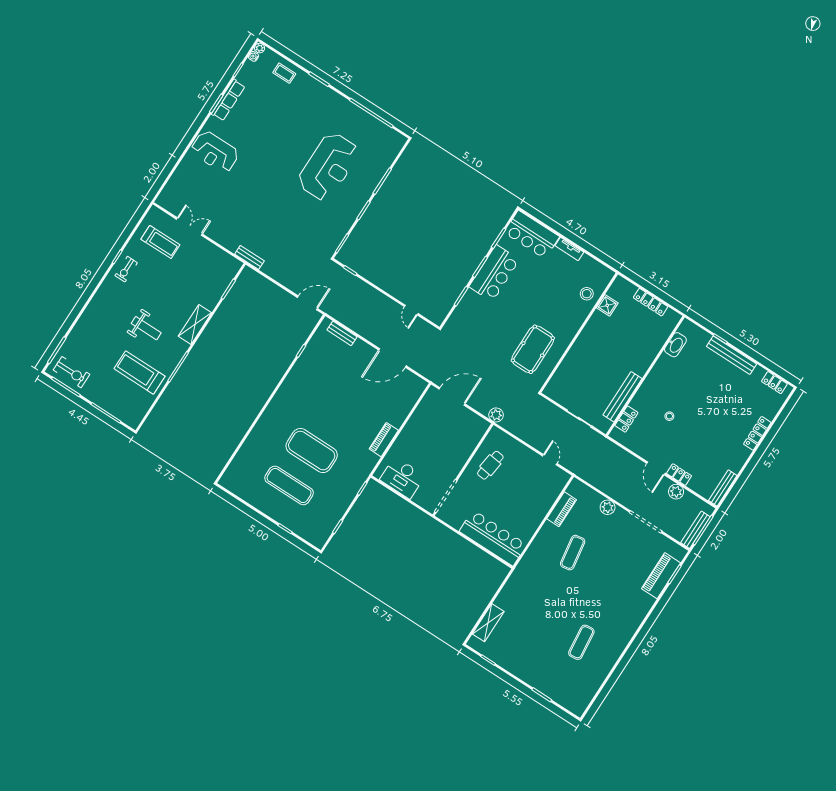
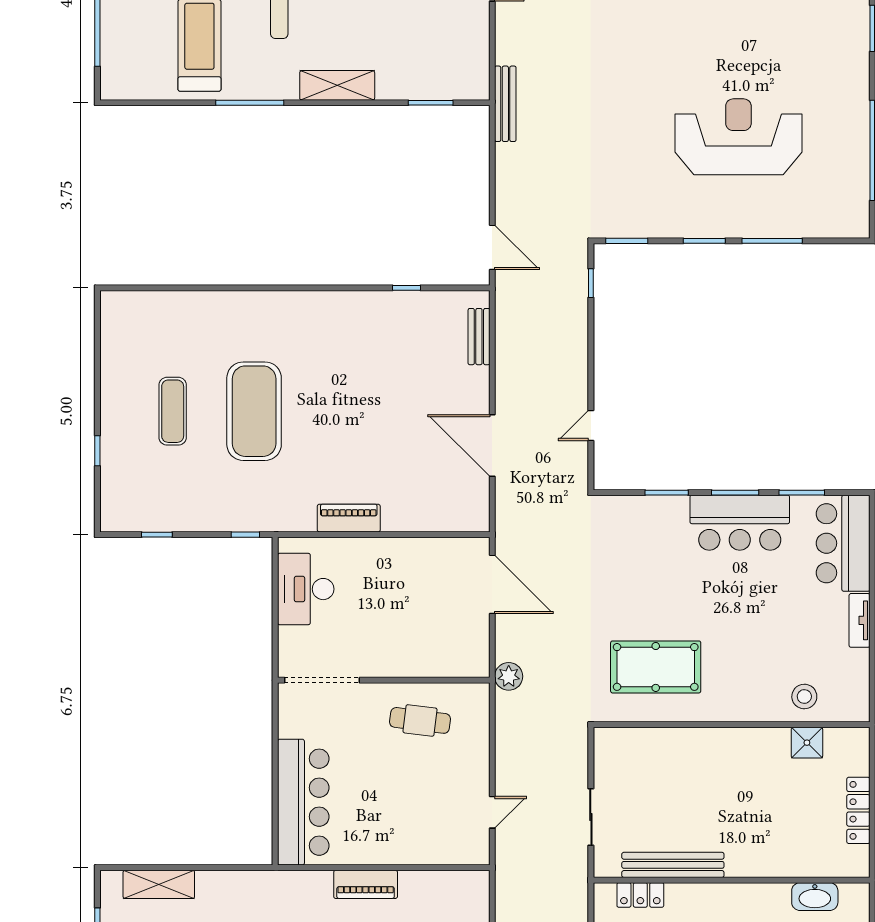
reception desk: (328, 167) -> (738, 137), turned 180
bench: (249, 257) -> (505, 104), width x1.36
exercise mat: (289, 485) -> (173, 411), width x0.73, depth x0.69
piano: (562, 509) -> (366, 884), moved

